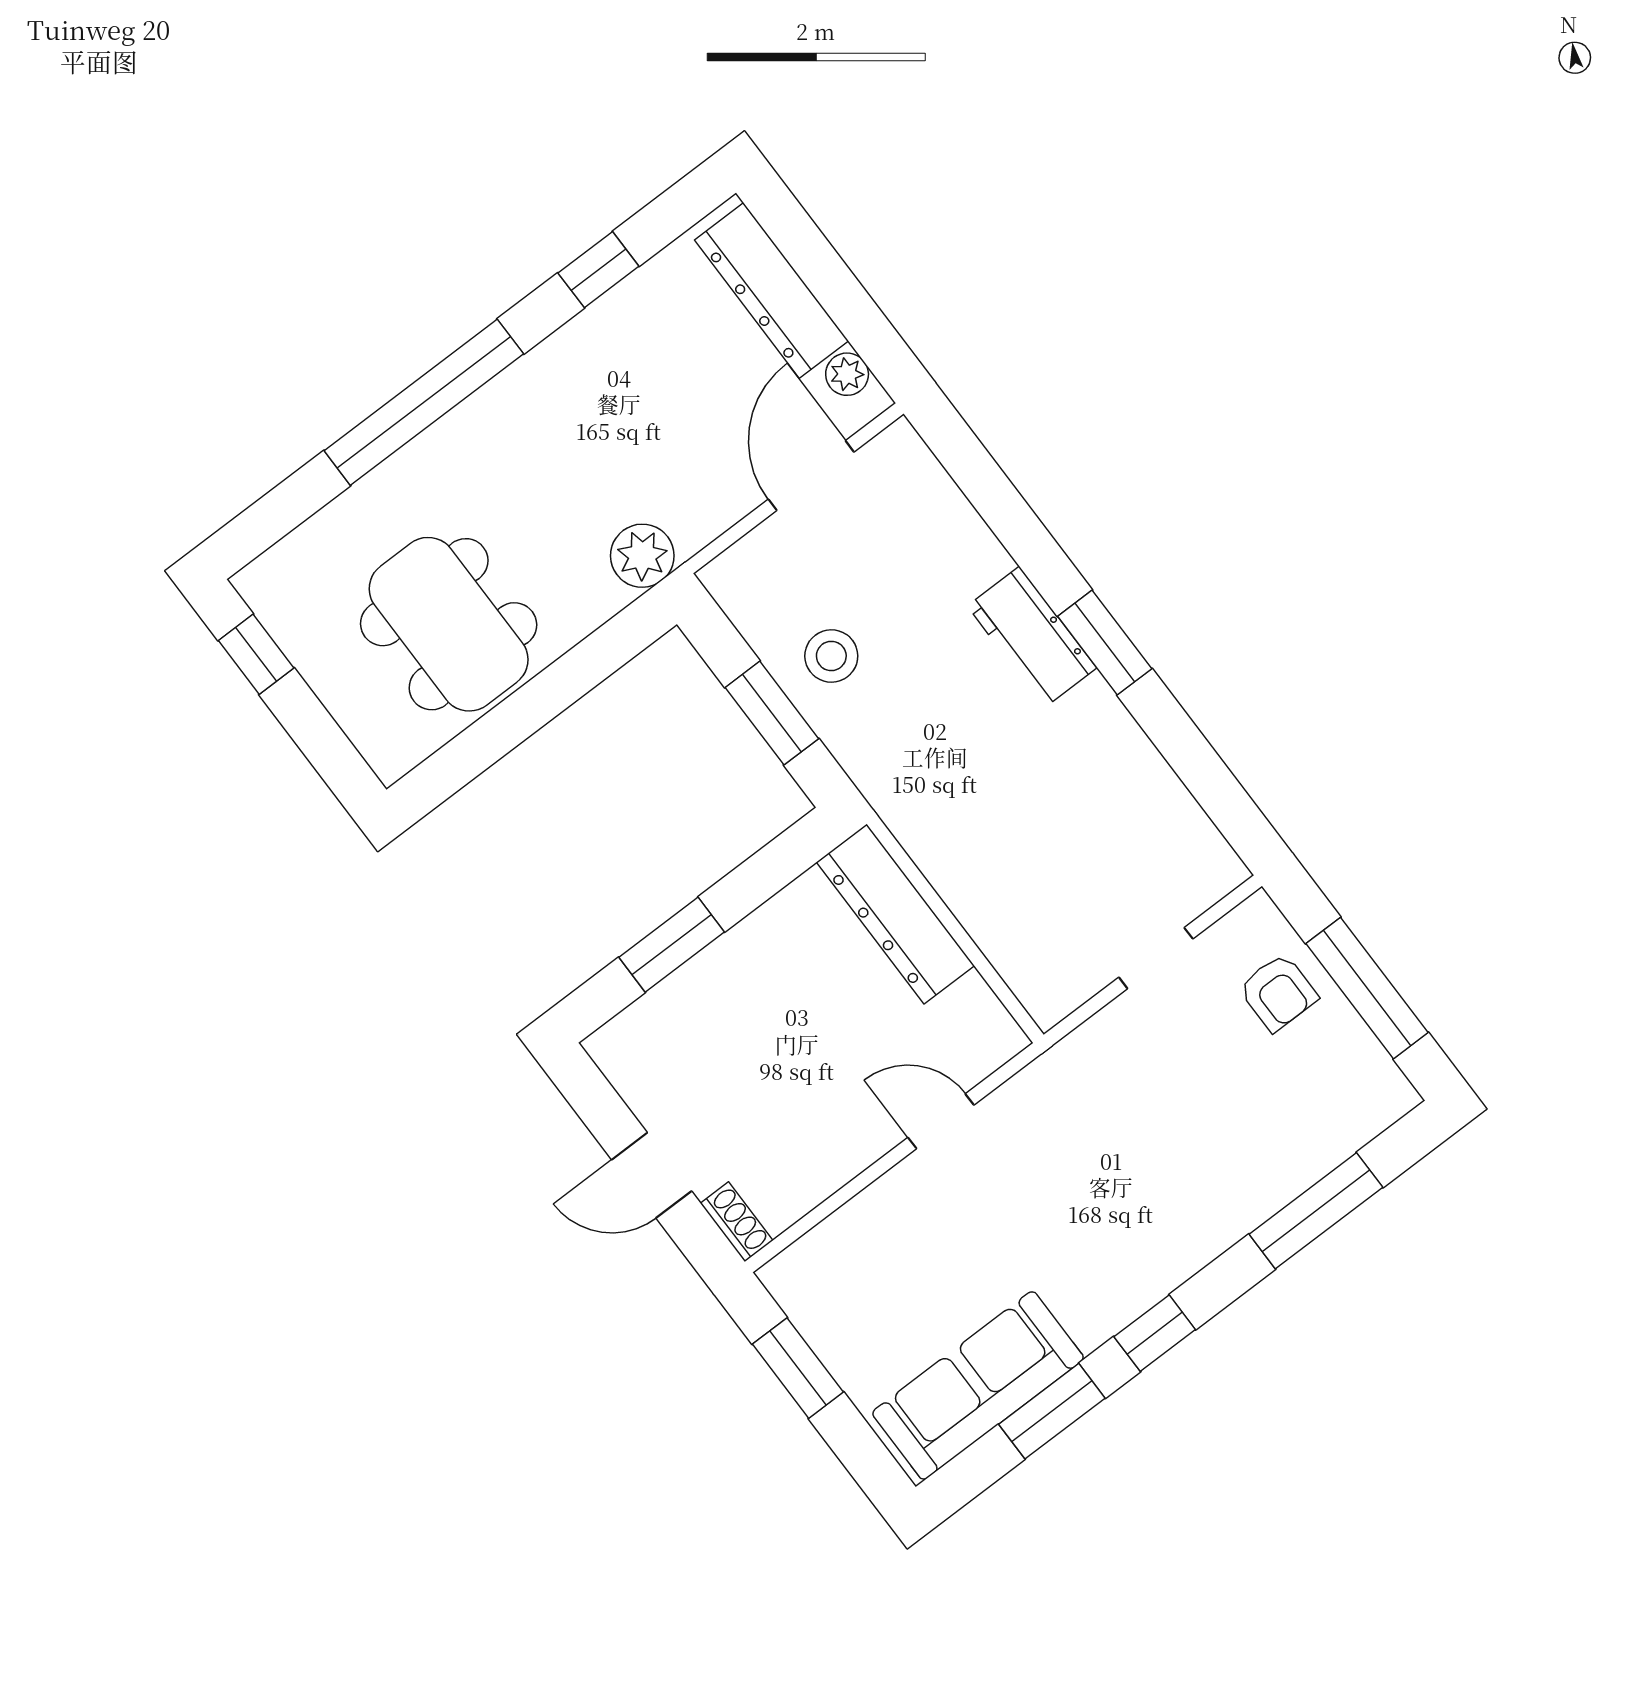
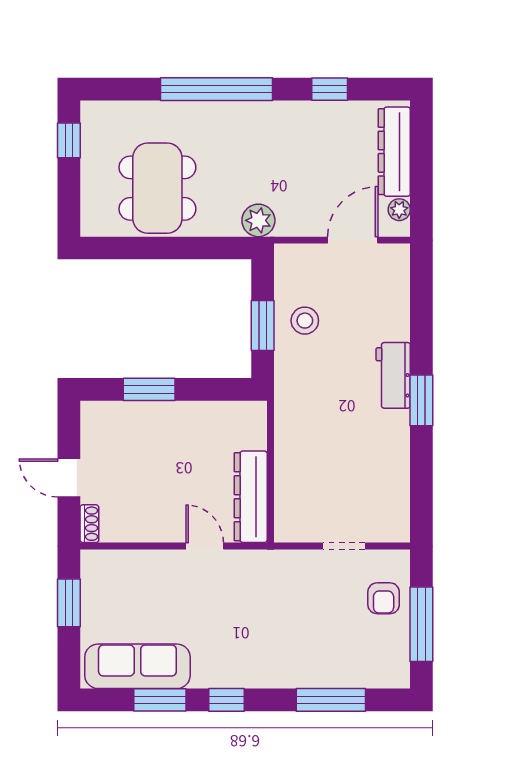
dresser: (895, 914) -> (251, 497), moved

